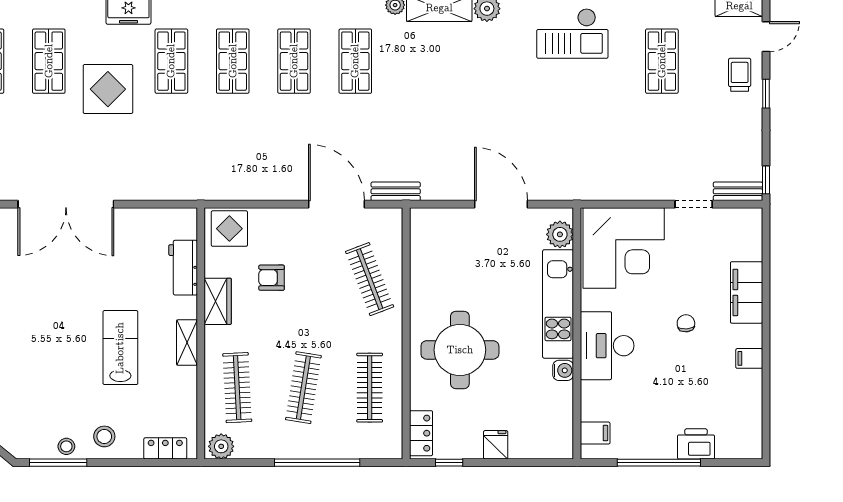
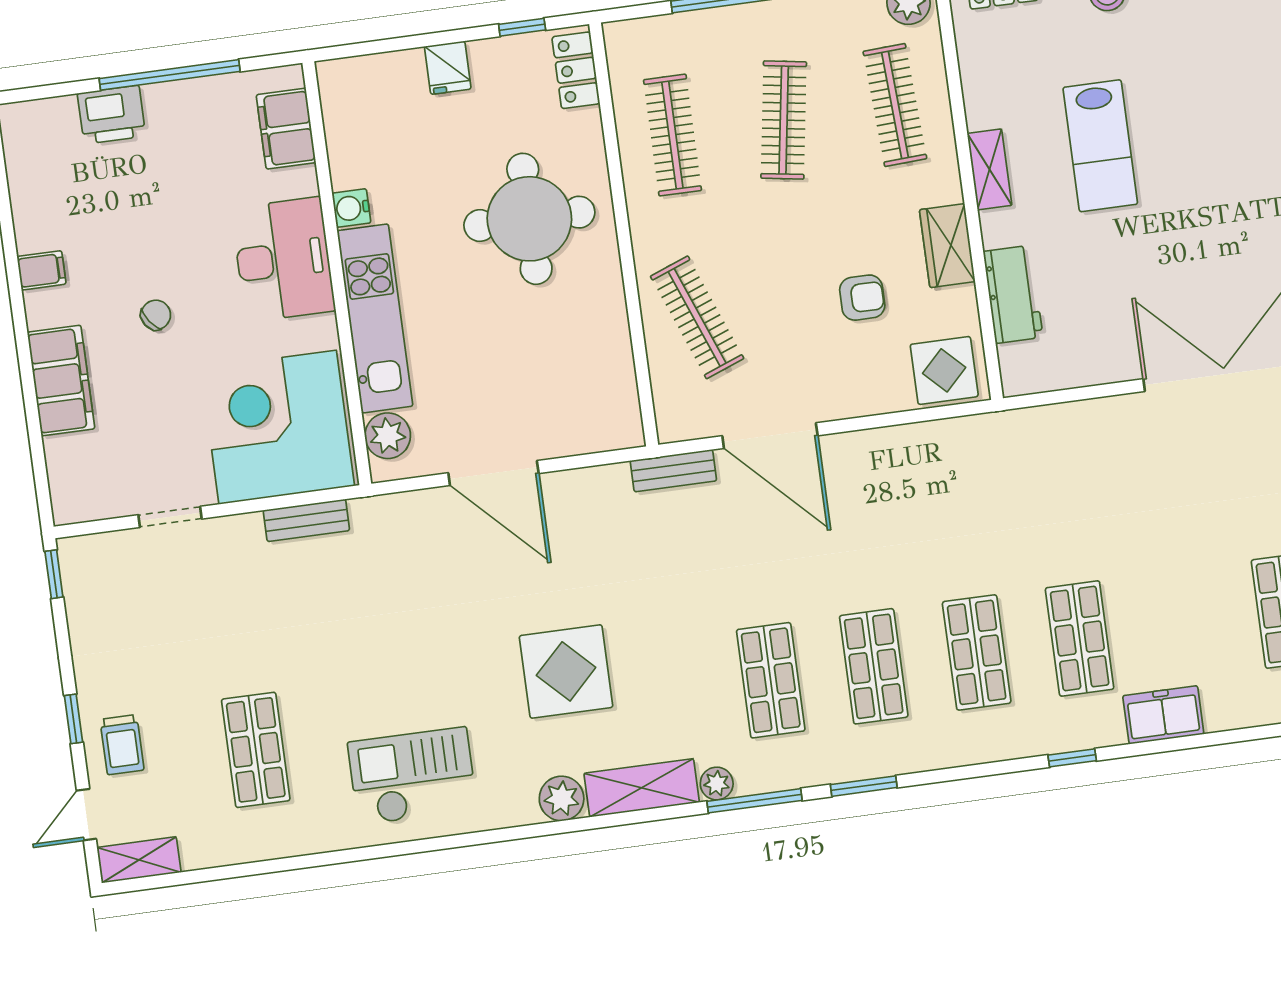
display table: (108, 89) -> (566, 671), moved
bench: (738, 191) -> (306, 520), moved
chair: (686, 323) -> (156, 315), turned -122
filing cabinet: (595, 433) -> (286, 129), width x2.00

